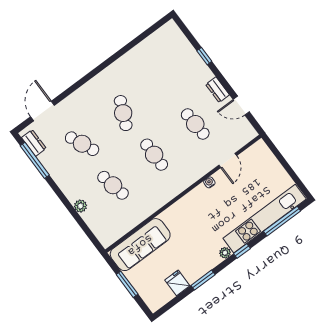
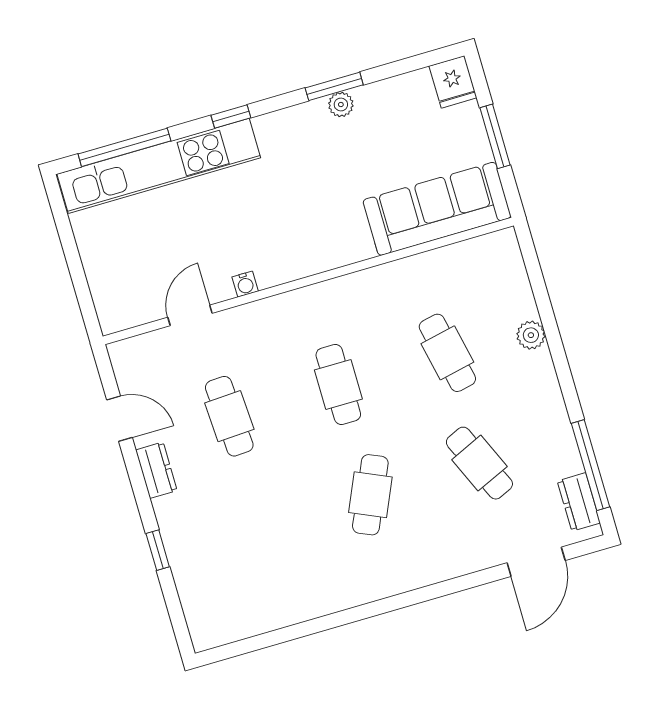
plant: (225, 253) -> (341, 104), moved
fridge: (177, 283) -> (453, 82), moved

